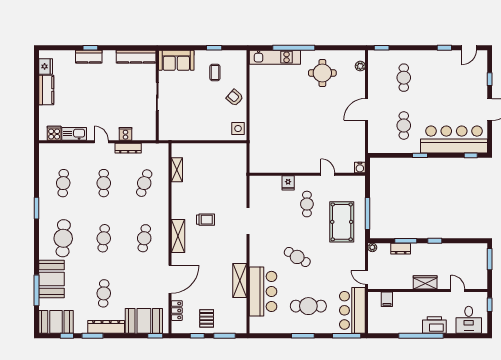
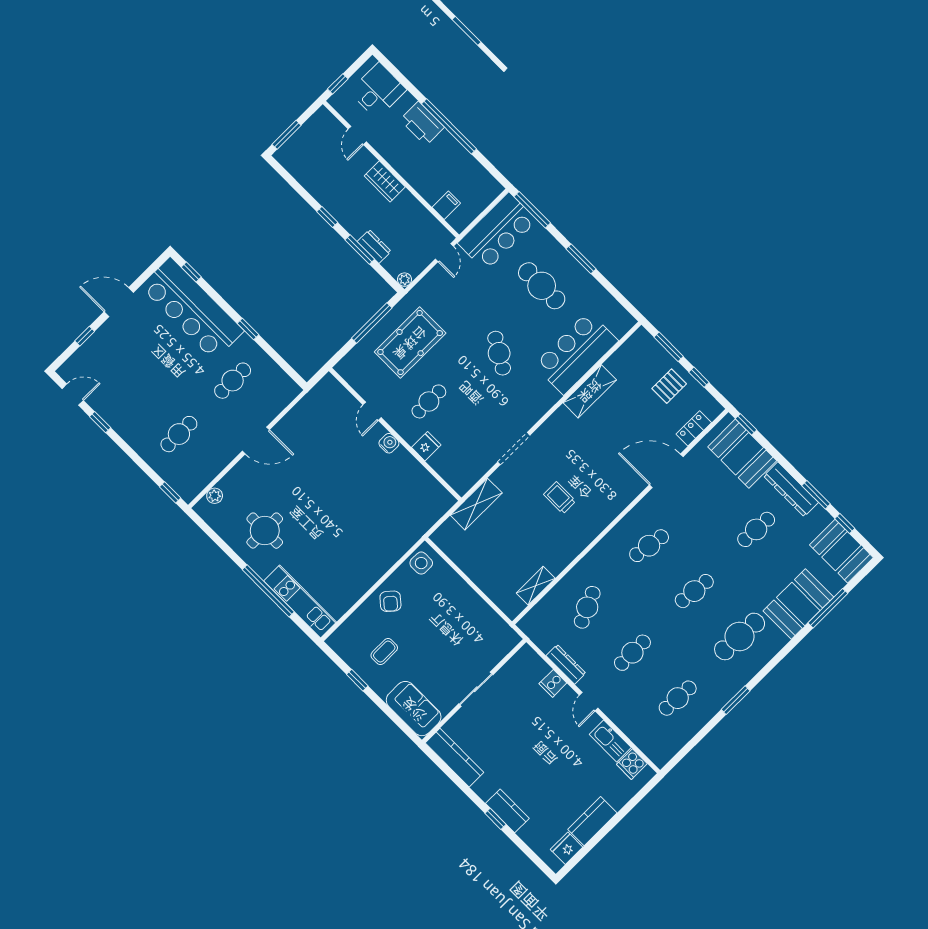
water cooler: (360, 168) -> (389, 443), moved
cafe table: (144, 183) -> (587, 607), turned -42
shelving: (178, 236) -> (476, 504), moved

